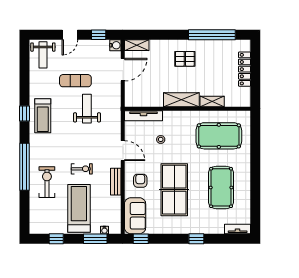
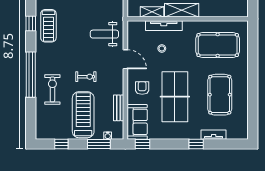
shelving: (212, 101) -> (152, 12), moved
weight bench: (87, 109) -> (104, 34), moved, turned -90
tv unit: (144, 116) -> (164, 26), moved
bench: (116, 182) -> (119, 108), moved
tv unit: (238, 229) -> (214, 135), moved

